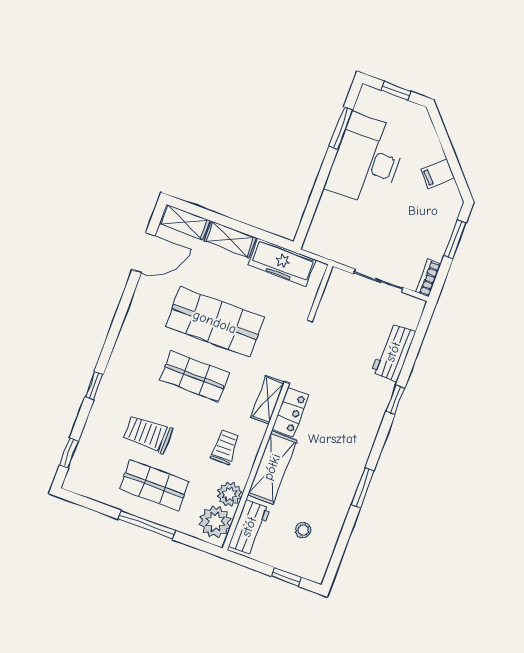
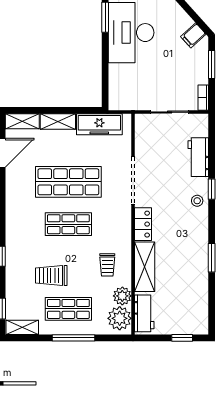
filing cabinet: (438, 174) -> (193, 35), moved
shelving: (267, 400) -> (22, 327), moved, turned 90
trolley: (225, 447) -> (107, 265), turned 180
stool: (303, 530) -> (197, 201), moved

